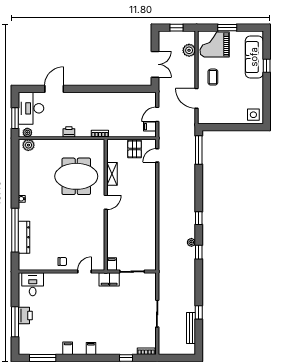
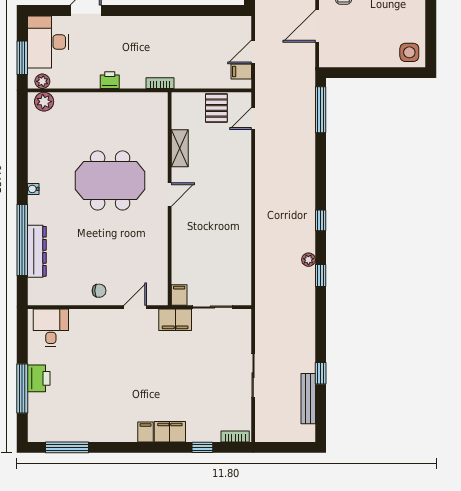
door: (197, 98) -> (317, 26), hinge flipped
meeting table: (76, 176) -> (110, 180), moved
filing cabinet: (68, 348) -> (170, 432), moved, width x2.00

